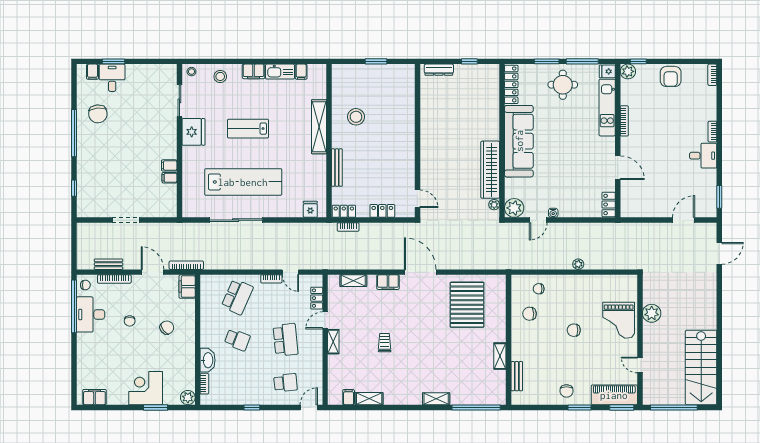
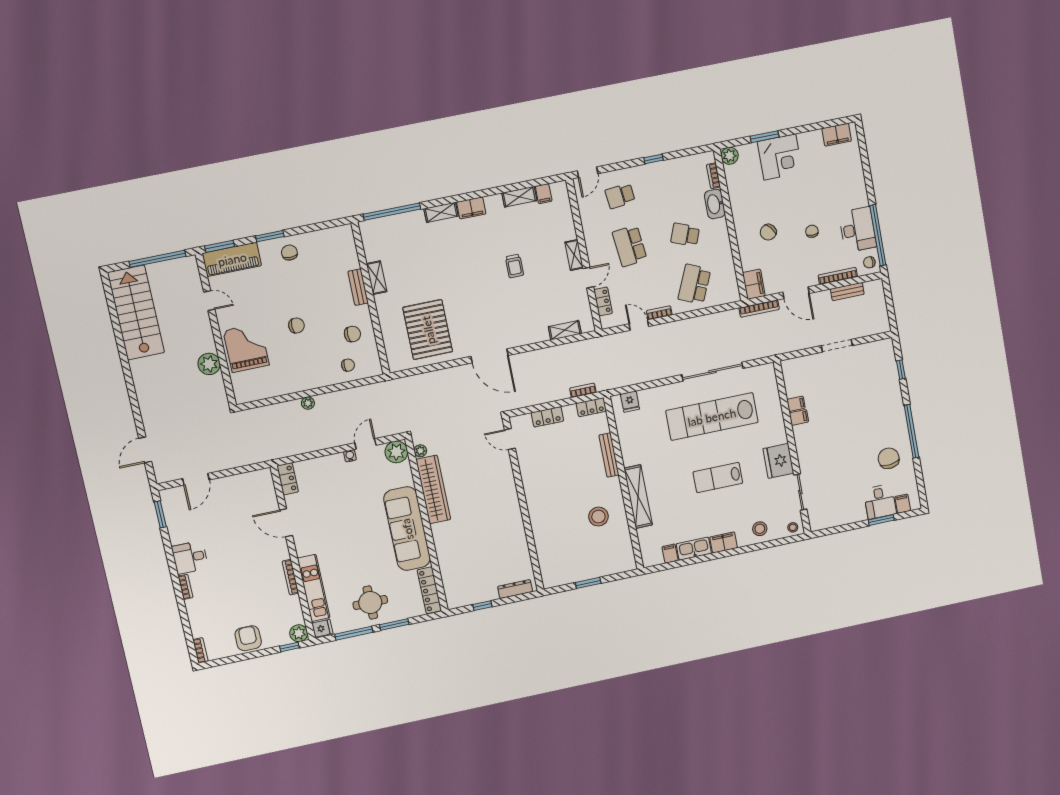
lab bench: (248, 129) -> (718, 478), turned 180
filing cabinet: (388, 282) -> (471, 208), moved, turned 180
bench: (517, 376) -> (358, 287), moved

